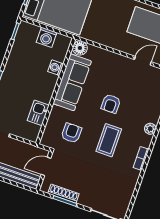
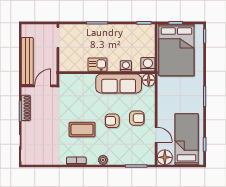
washing machine: (47, 37) -> (148, 64), moved, turned 90
kitchen sink: (38, 113) -> (97, 65), moved
armchair: (71, 133) -> (137, 118), moved
door: (46, 166) -> (43, 86), hinge flipped

